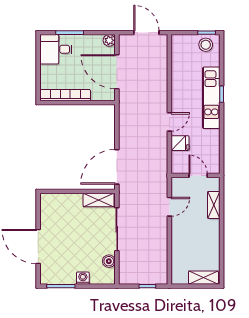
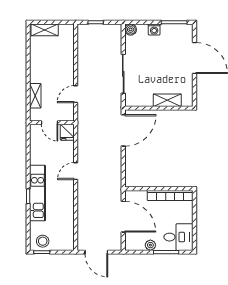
plant: (109, 40) -> (150, 245), moved
fridge: (180, 143) -> (67, 132), moved, turned -90
shelving: (99, 200) -> (167, 100), moved
boiler: (109, 261) -> (131, 30), moved

